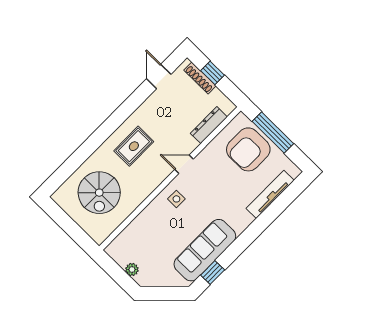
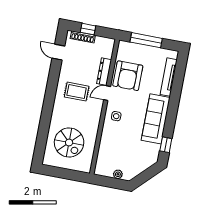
dresser: (209, 125) -> (104, 72), moved
rug: (134, 146) -> (77, 92), moved, turned 90
armchair: (248, 149) -> (128, 76), moved
sofa: (205, 250) -> (156, 119), moved

